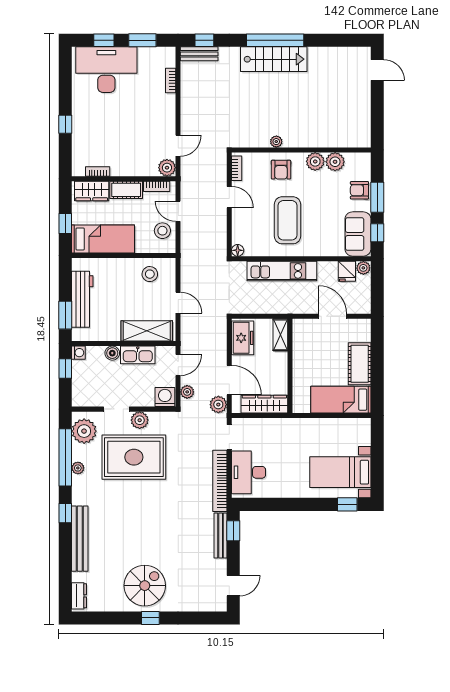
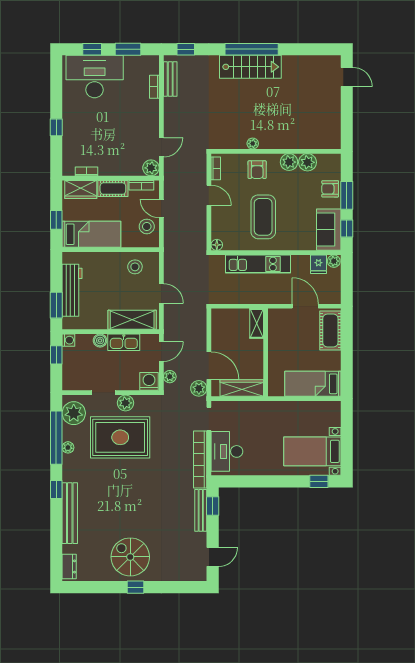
bench: (199, 54) -> (170, 79), moved, turned 90
freezer: (243, 338) -> (221, 326), removed
cot: (360, 364) -> (330, 331), moved
spiral stairs: (145, 586) -> (130, 557), turned -90

